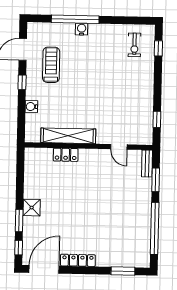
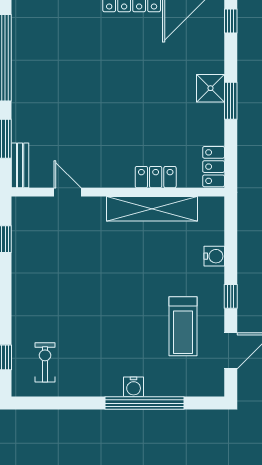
locker: (31, 160) -> (214, 167), added
window: (19, 221) -> (231, 101), moved

